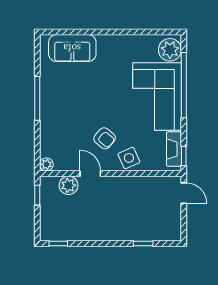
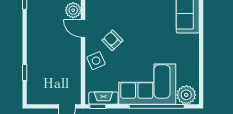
armchair: (105, 138) -> (112, 40), turned 96
door: (90, 174) -> (83, 28), swing flipped

